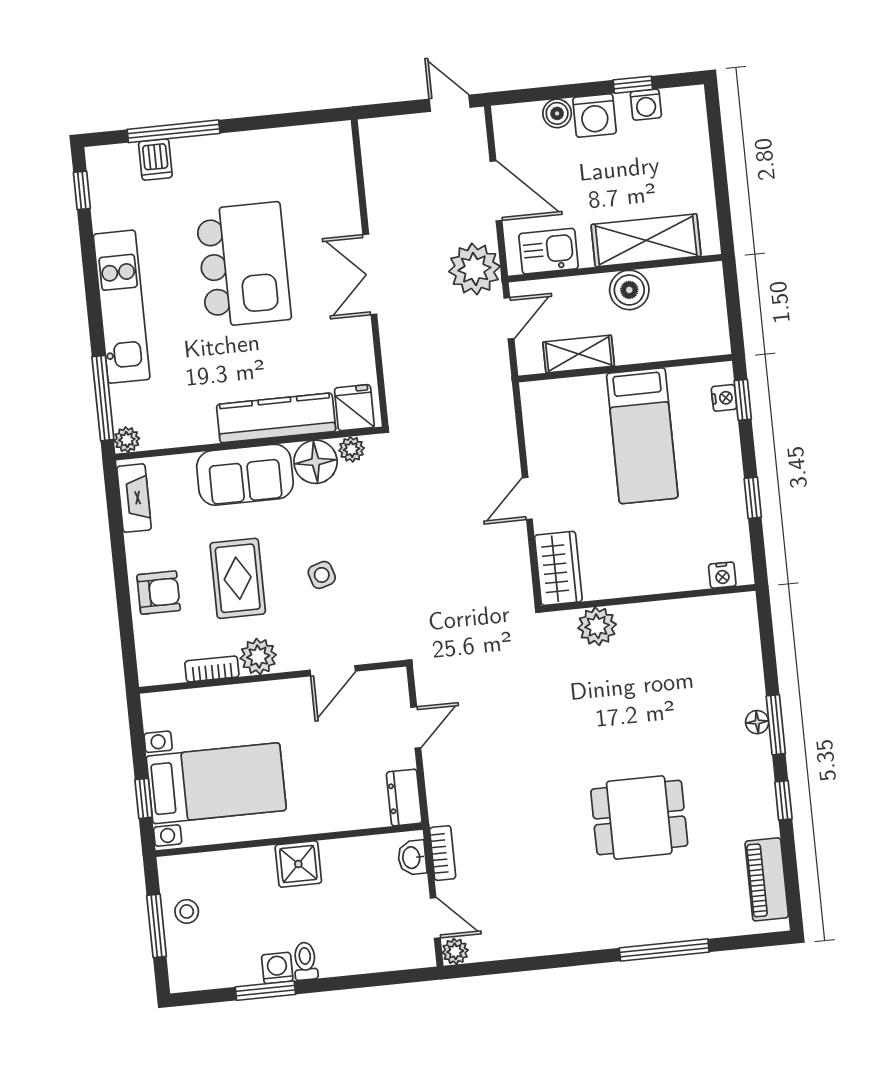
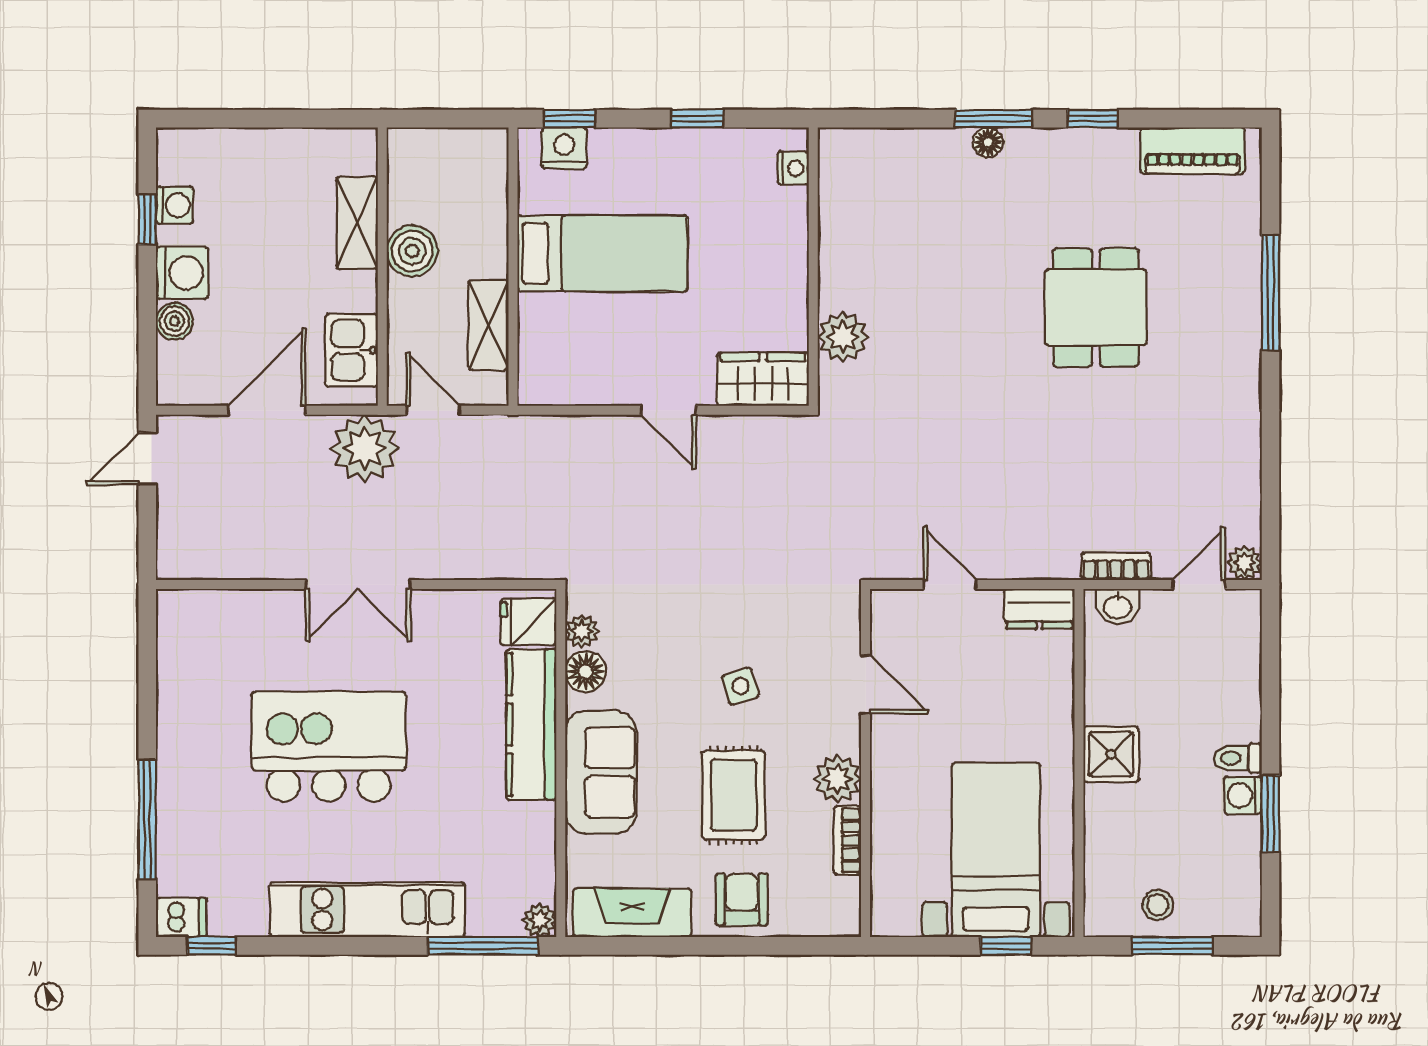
dishwasher: (155, 160) -> (181, 917), moved
shelving: (646, 240) -> (357, 223), width x0.67, depth x0.75
nightstand: (724, 398) -> (564, 148), width x1.39, depth x1.35
floor lamp: (316, 462) -> (586, 672), width x0.73, depth x0.73
fireplace: (134, 498) -> (632, 913), width x1.37, depth x1.32
rug: (238, 578) -> (734, 795), turned 90

